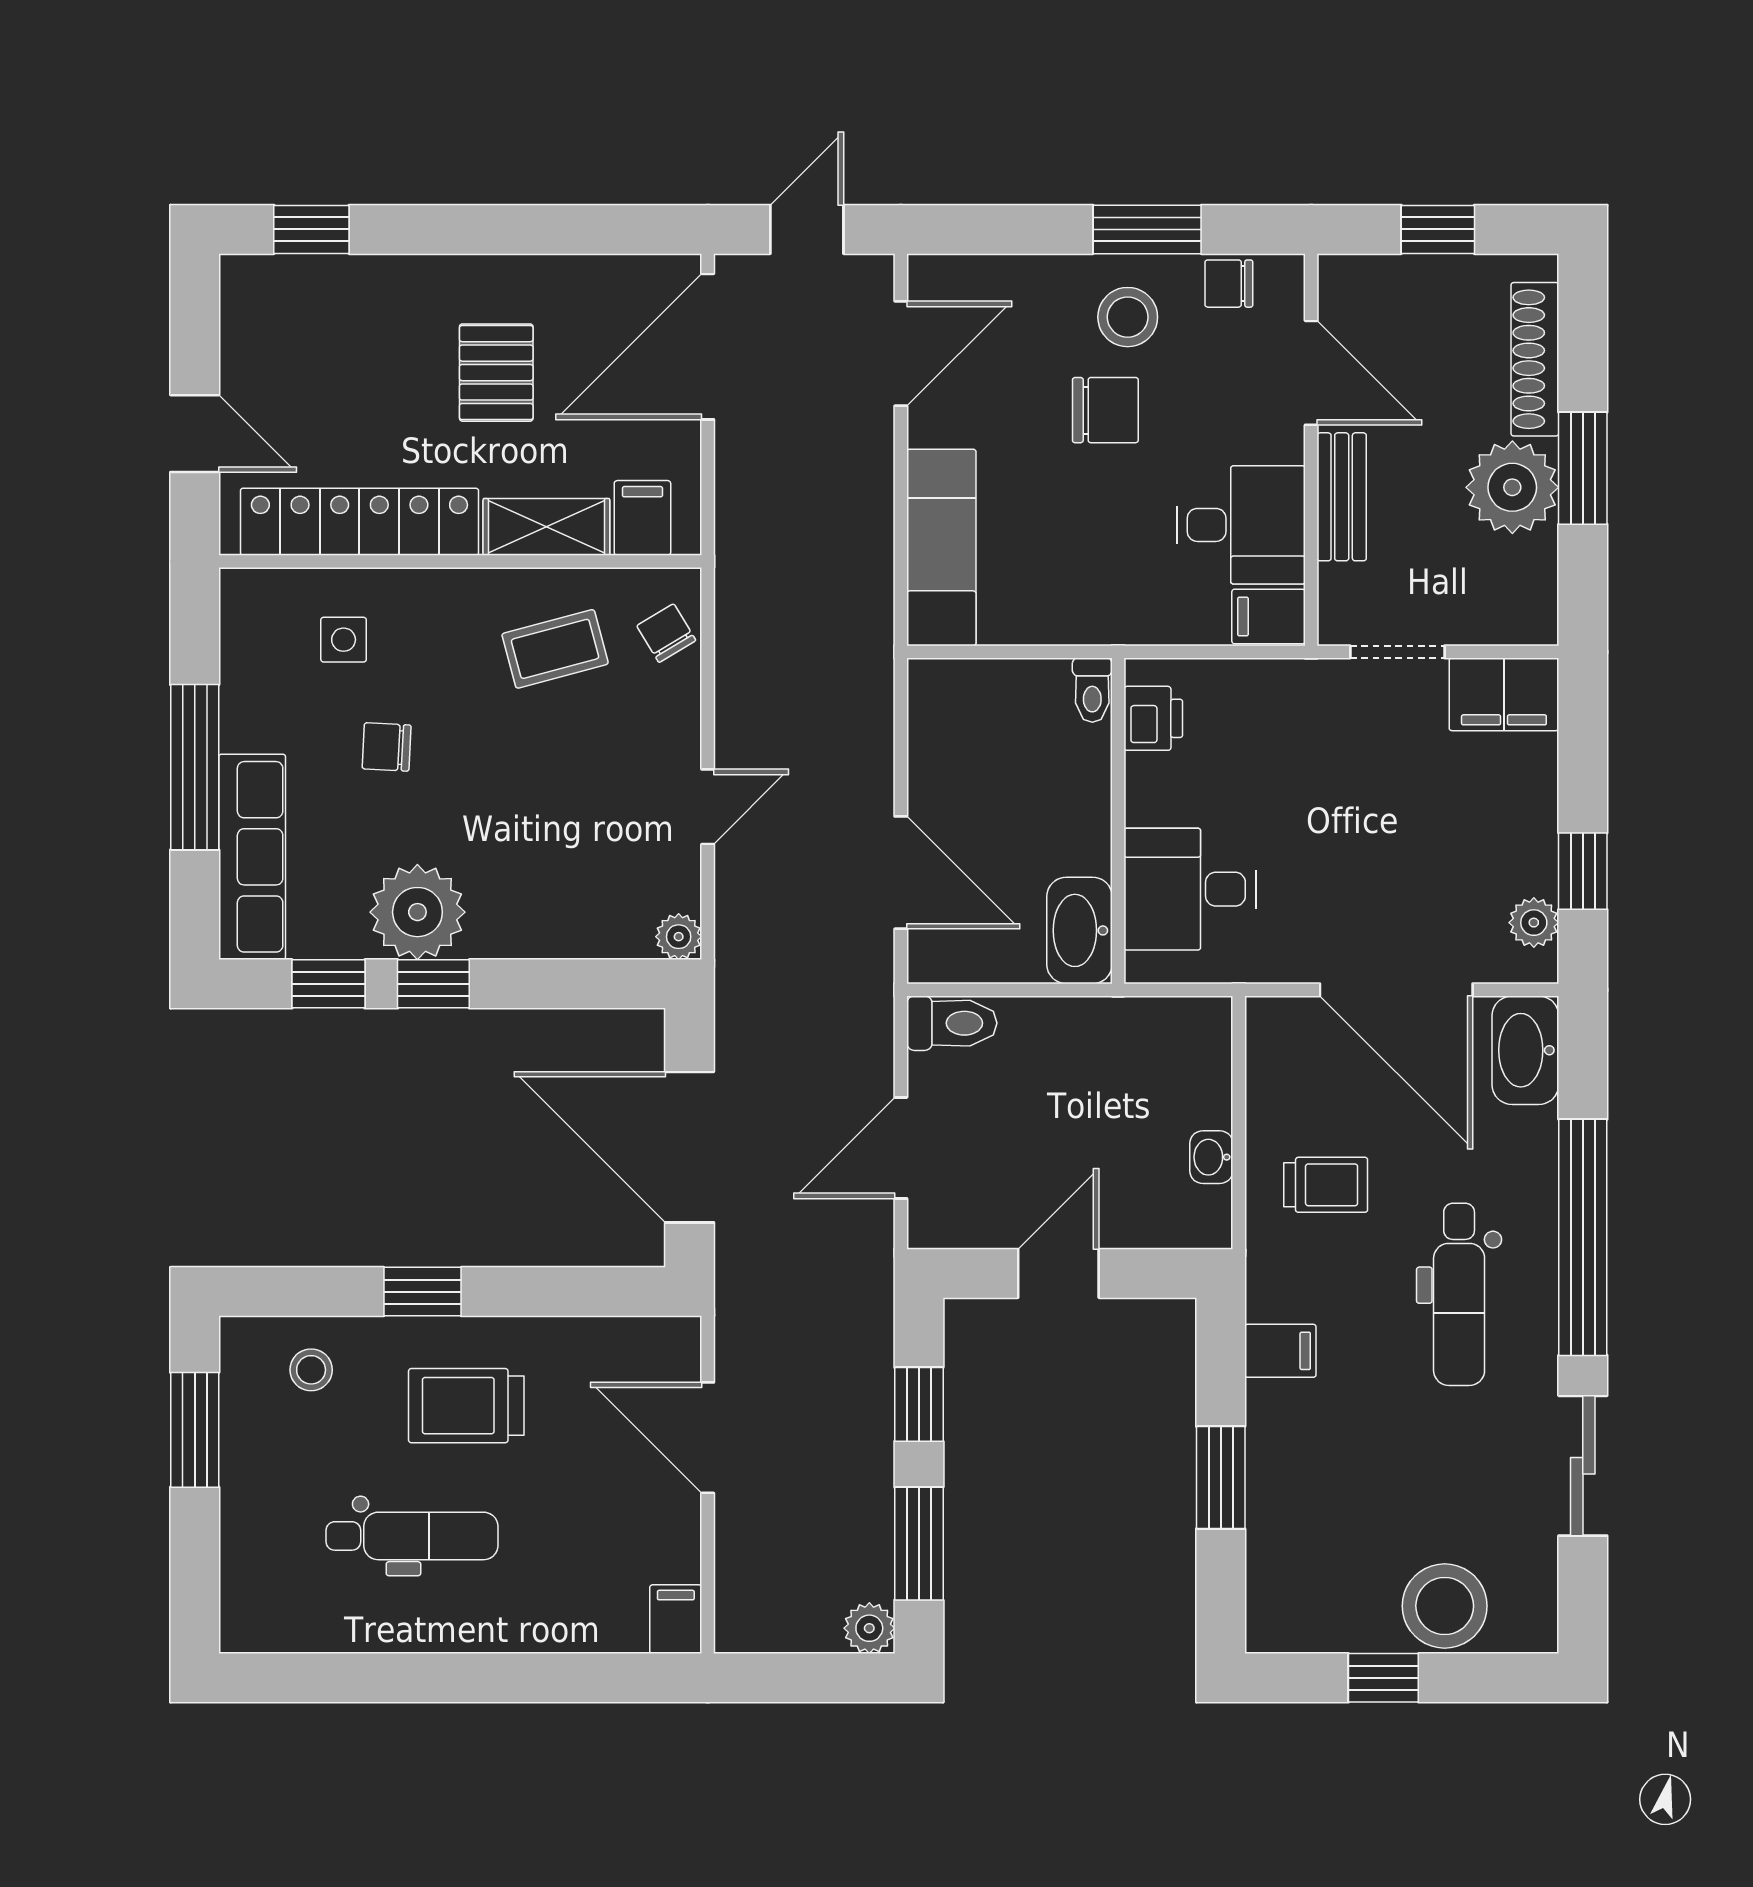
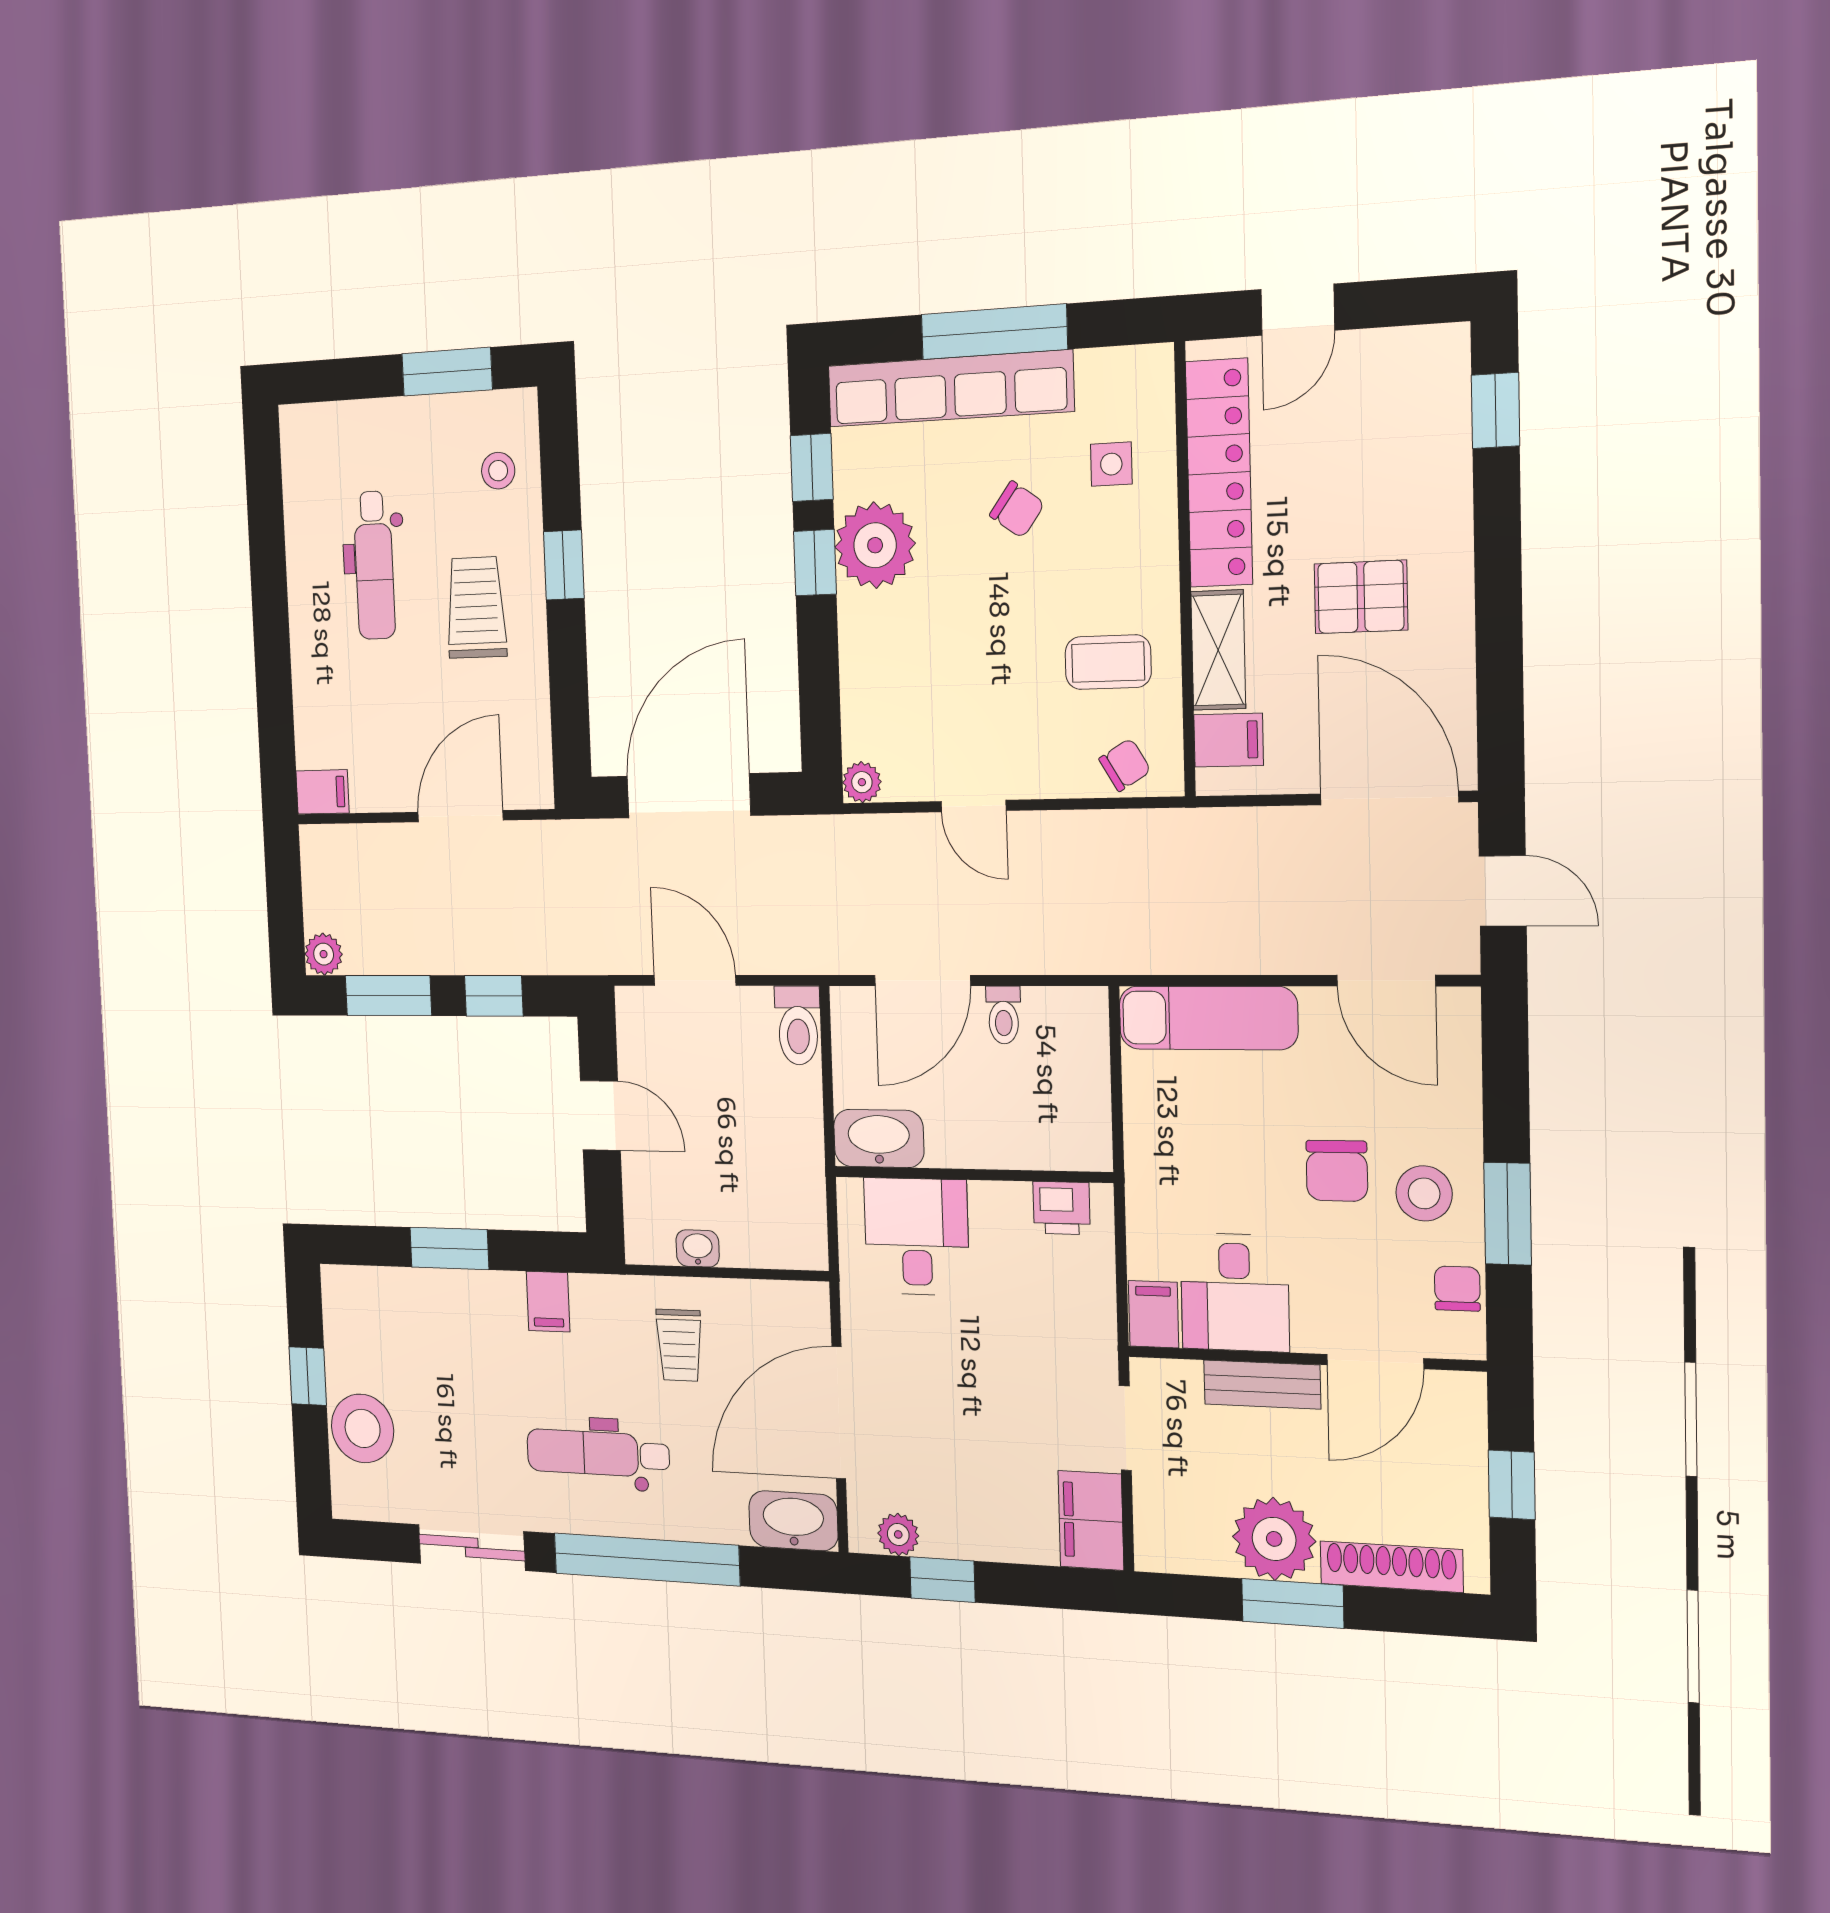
coffee table: (555, 649) -> (1108, 662), turned -75
toilet: (1092, 690) -> (1004, 1015), moved, turned -90
chair: (387, 747) -> (1017, 510), turned 123
row of seats: (252, 857) -> (950, 389), width x1.36

